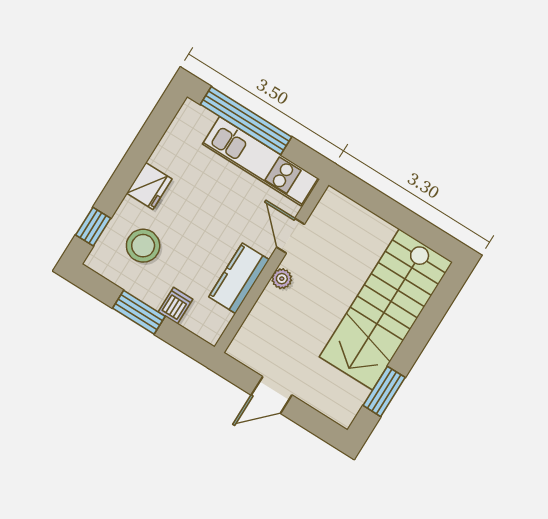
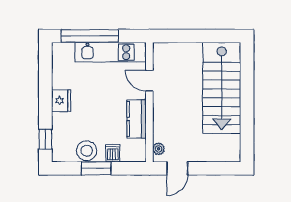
stool: (143, 246) -> (87, 151), moved
plant: (282, 279) -> (159, 149), moved
window: (384, 391) -> (247, 130), removed
door: (272, 395) -> (177, 168), moved

